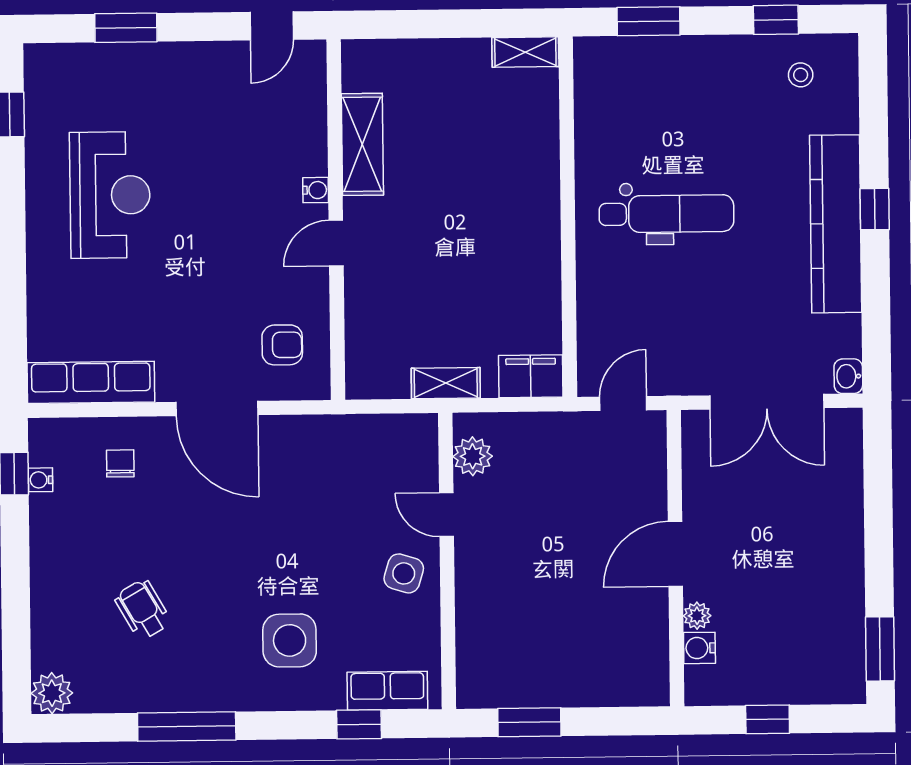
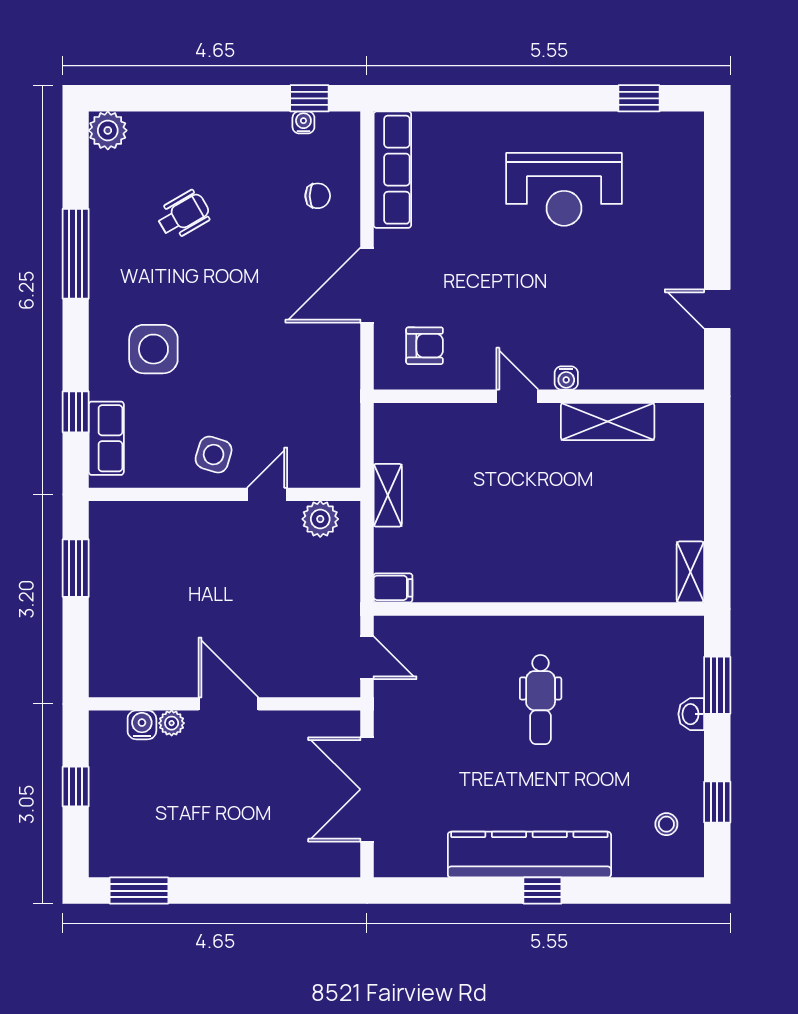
door: (272, 26) -> (717, 309), moved
window: (126, 28) -> (717, 206), removed
dental chair: (666, 214) -> (541, 700), width x0.73, depth x0.72
armchair: (282, 345) -> (425, 346), turned -90
filing cabinet: (531, 376) -> (393, 588), width x0.50
washbasin: (848, 376) -> (691, 714), moved, turned -90

